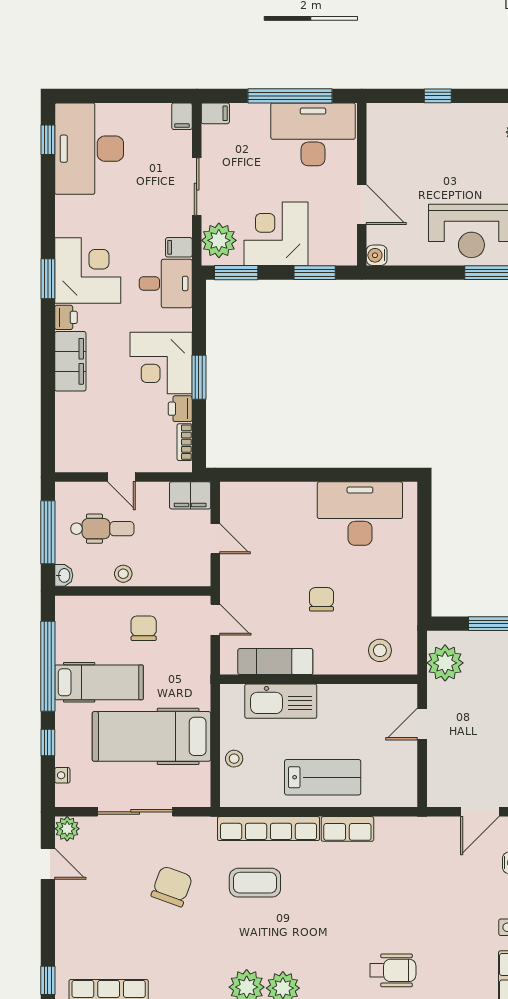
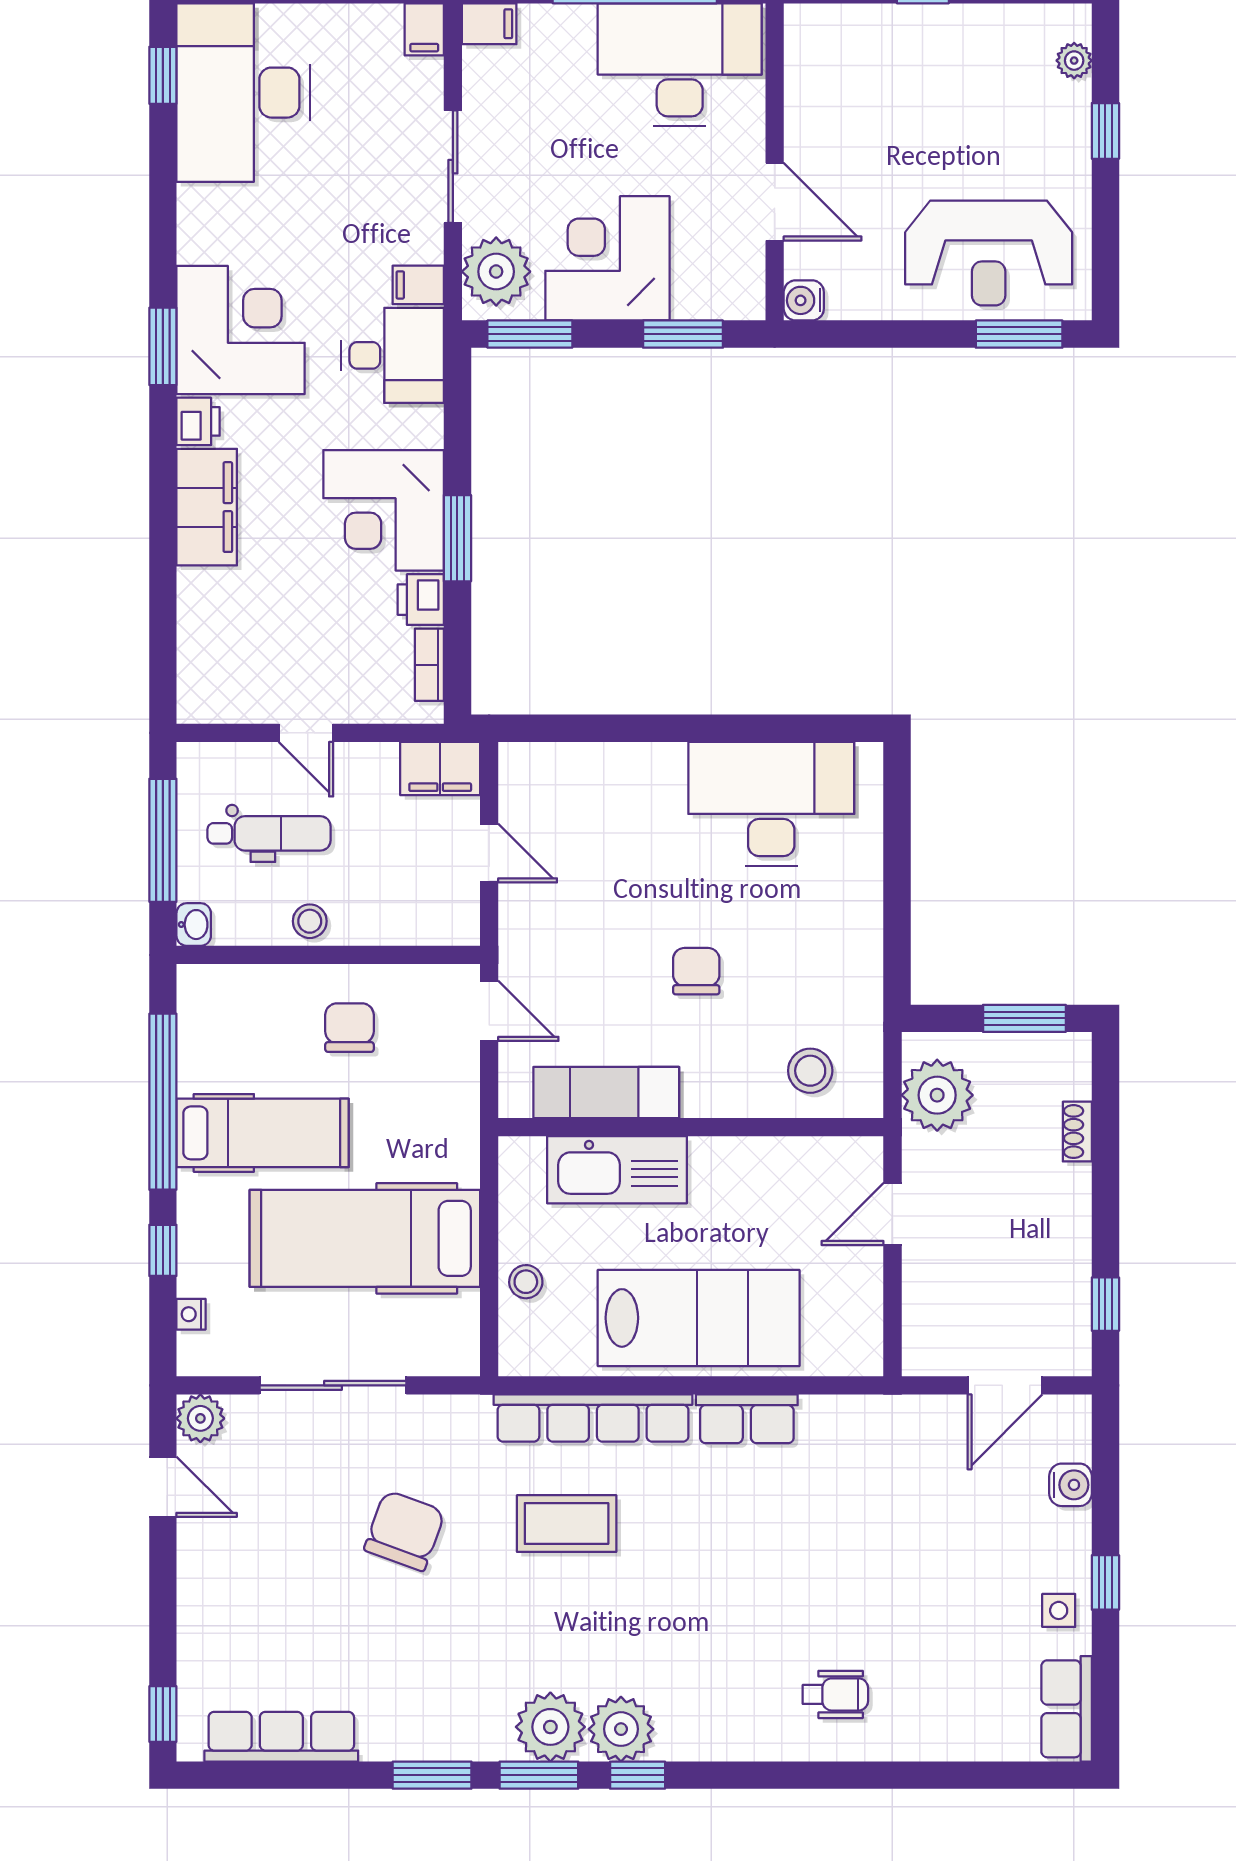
lab bench: (323, 777) -> (699, 1318), width x1.36, depth x1.39
wheelchair: (393, 970) -> (835, 1694), width x0.73, depth x0.73

